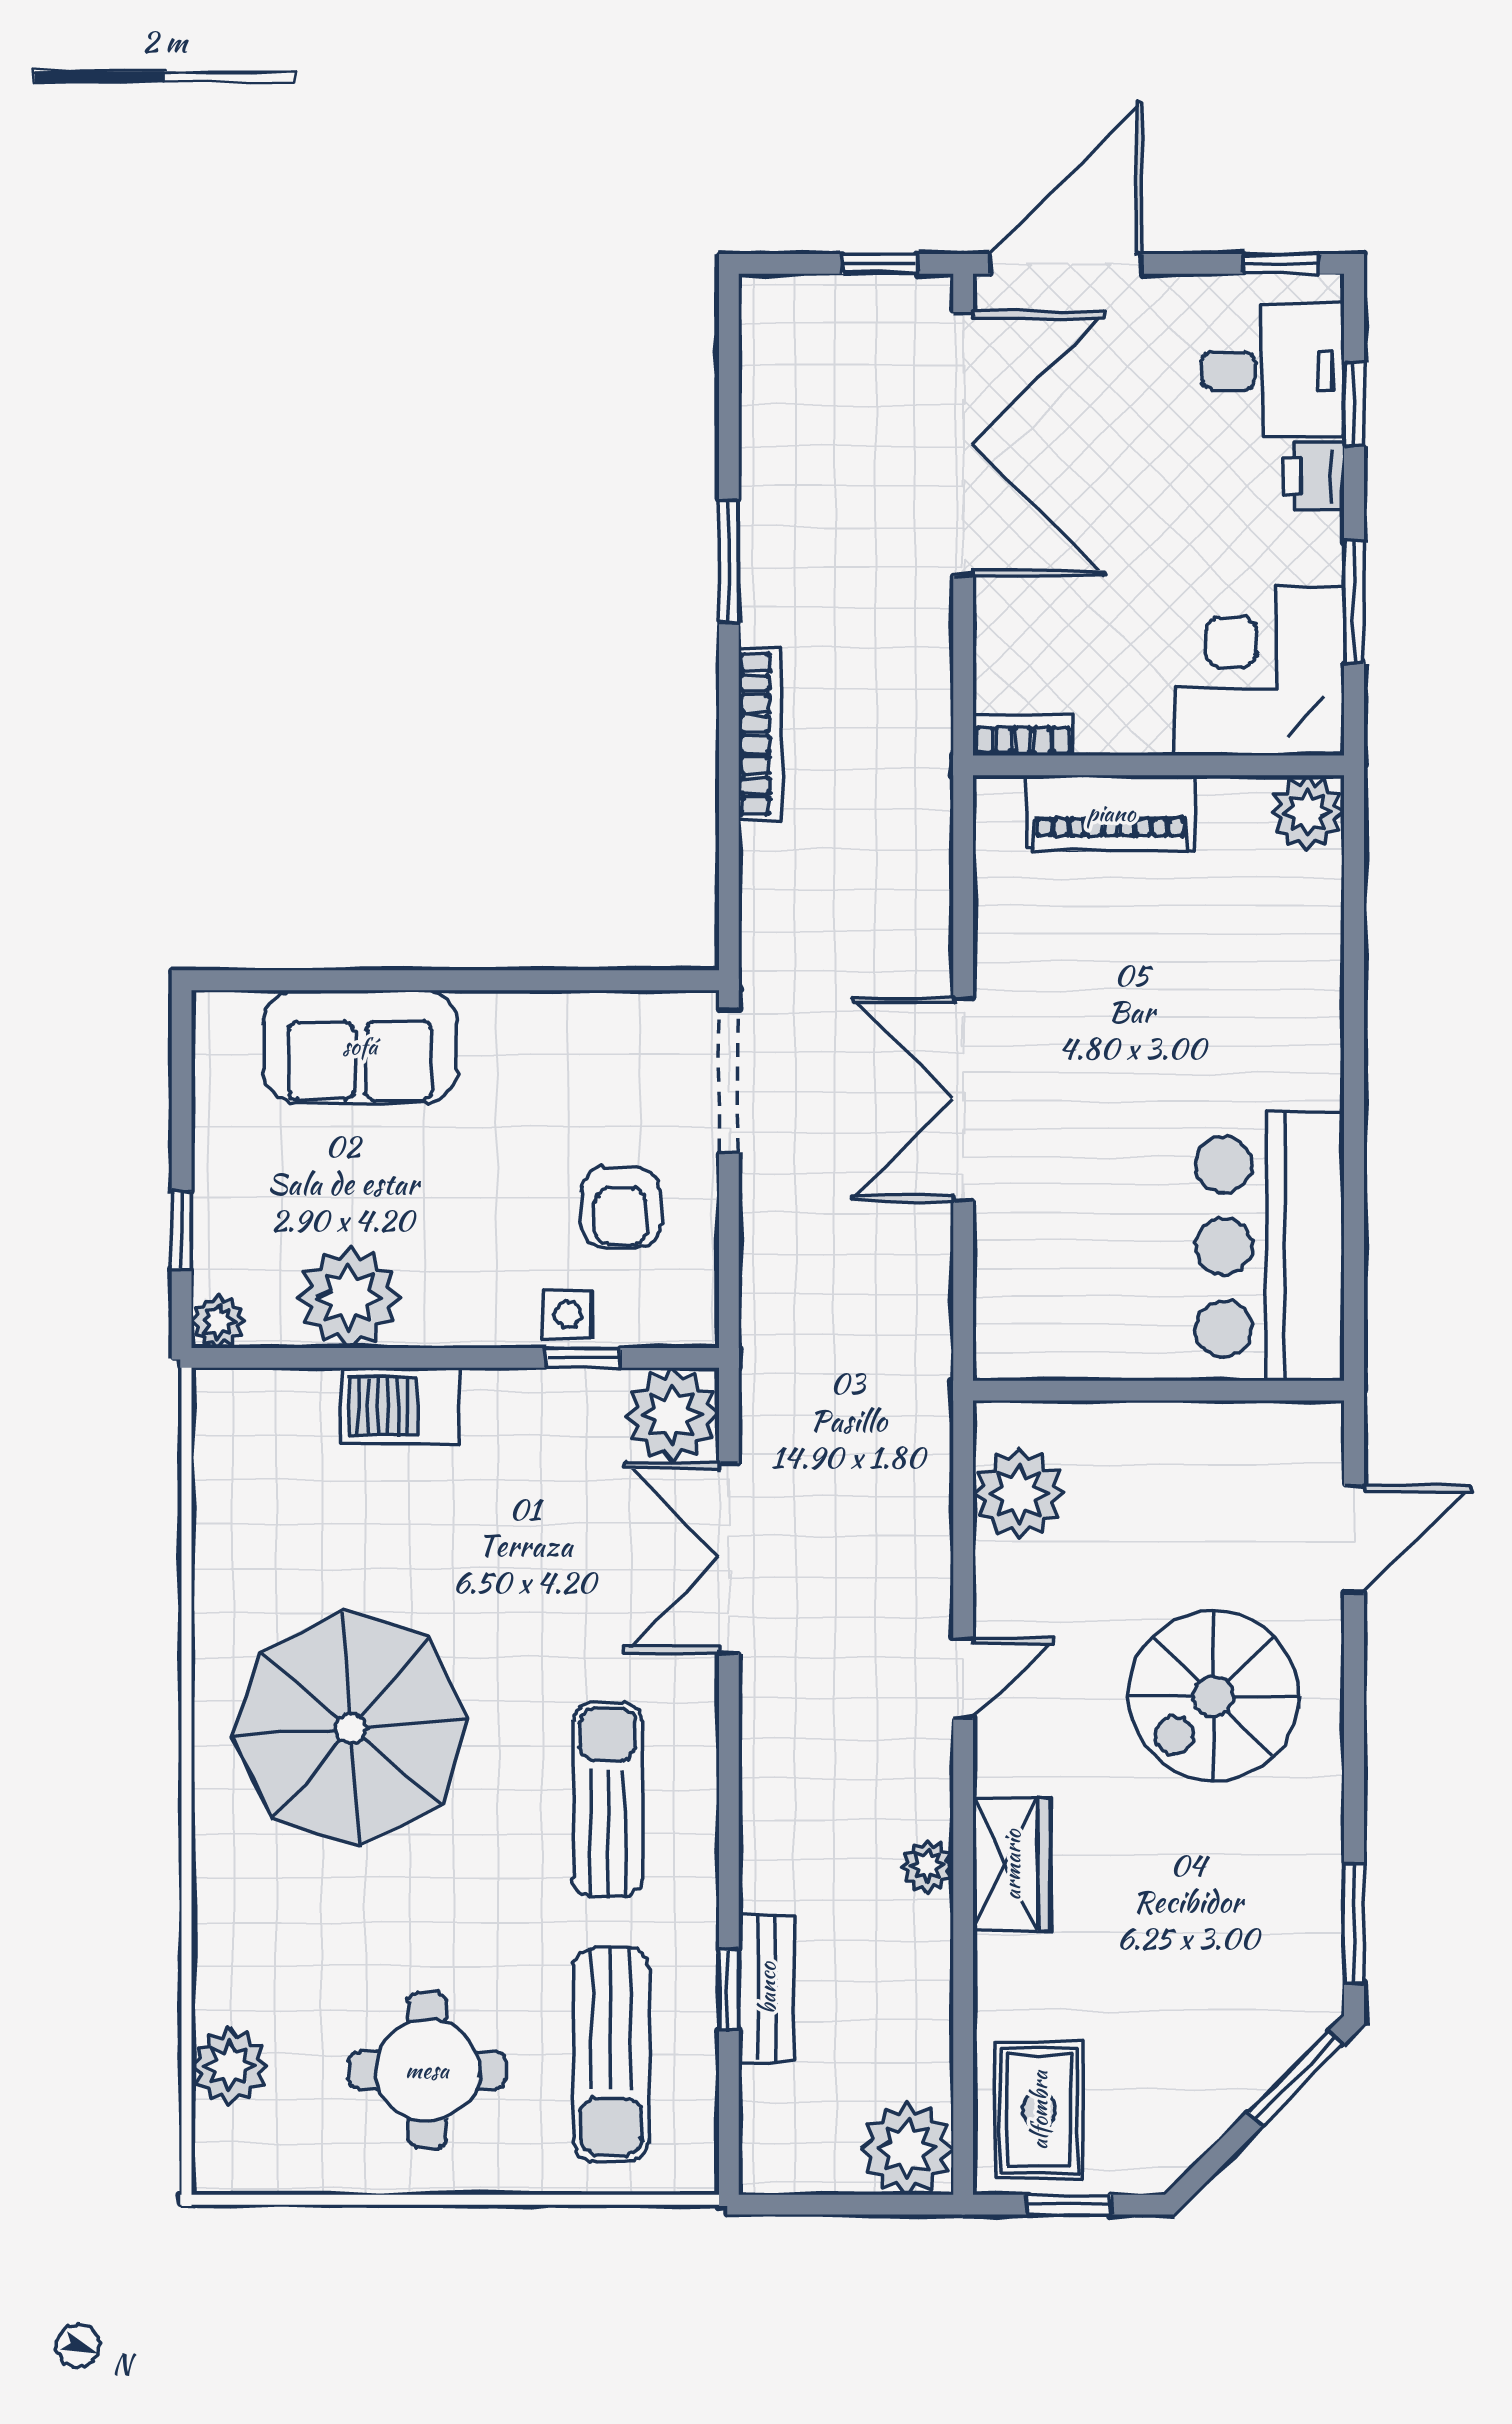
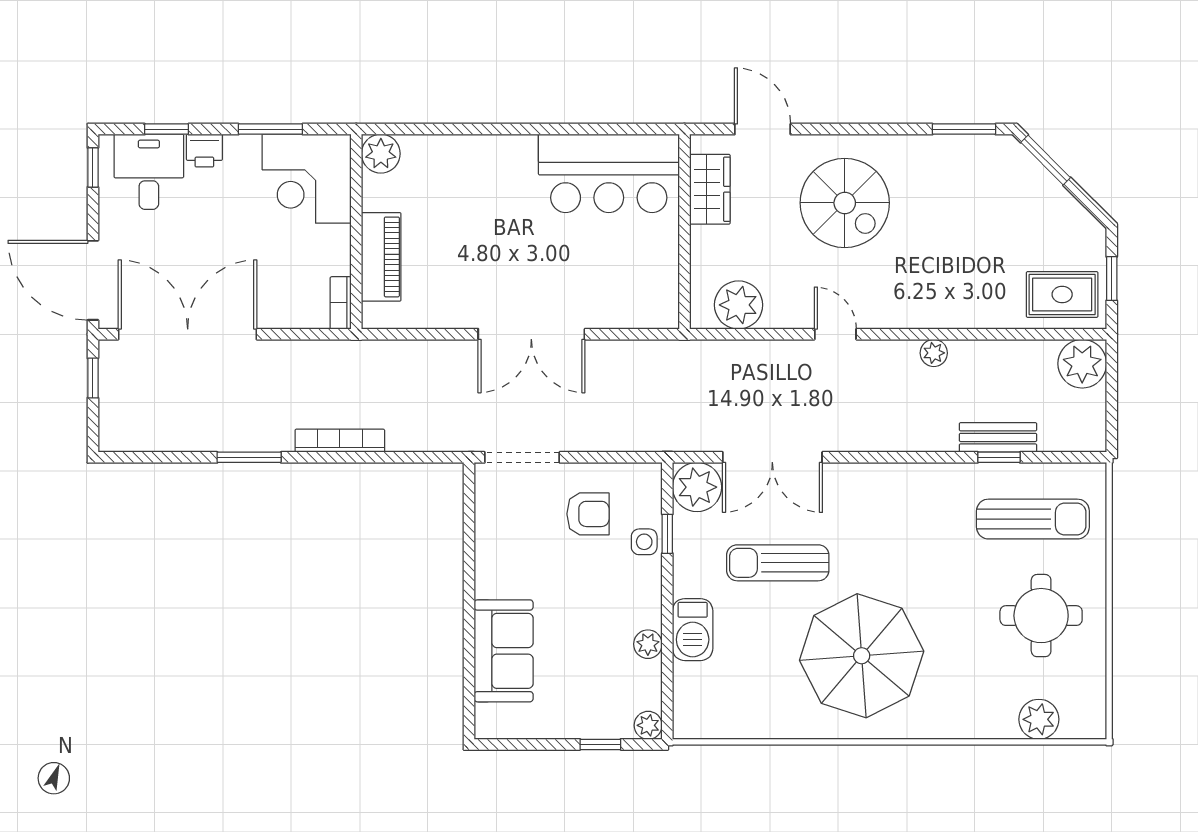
plant: (349, 1297) -> (648, 644), width x0.53, depth x0.53
sun lounger: (608, 1800) -> (778, 563), moved
wardrobe: (1012, 1865) -> (710, 189), moved, turned 90

